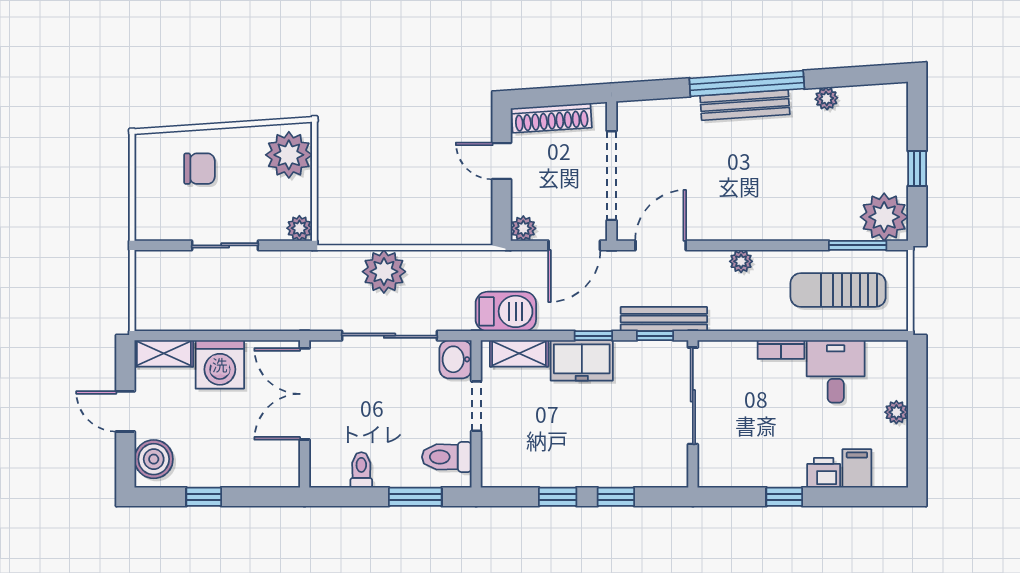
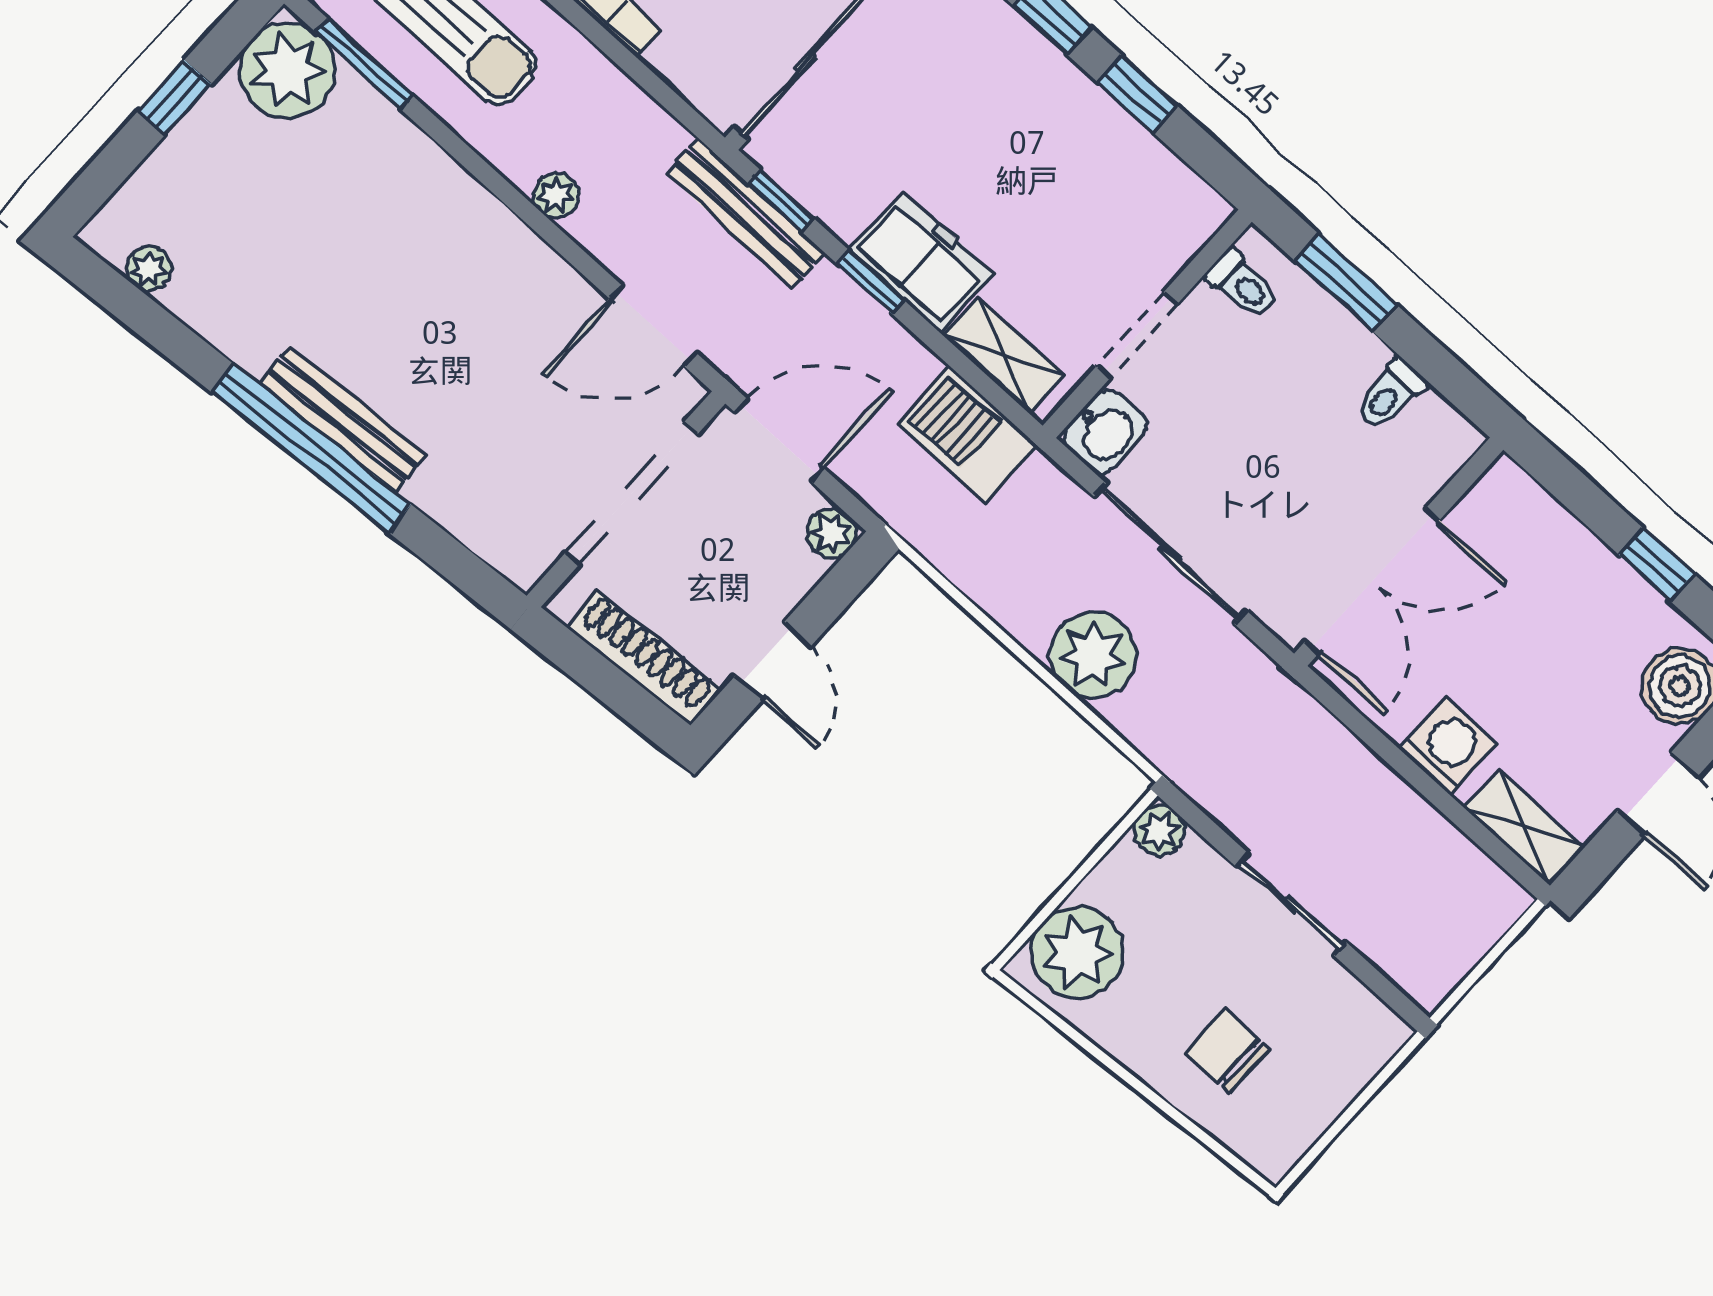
plant: (826, 98) -> (149, 269), moved
washing machine: (220, 364) -> (1448, 746), width x0.73, depth x0.73
toilet: (447, 457) -> (1243, 285), width x0.73, depth x0.72

